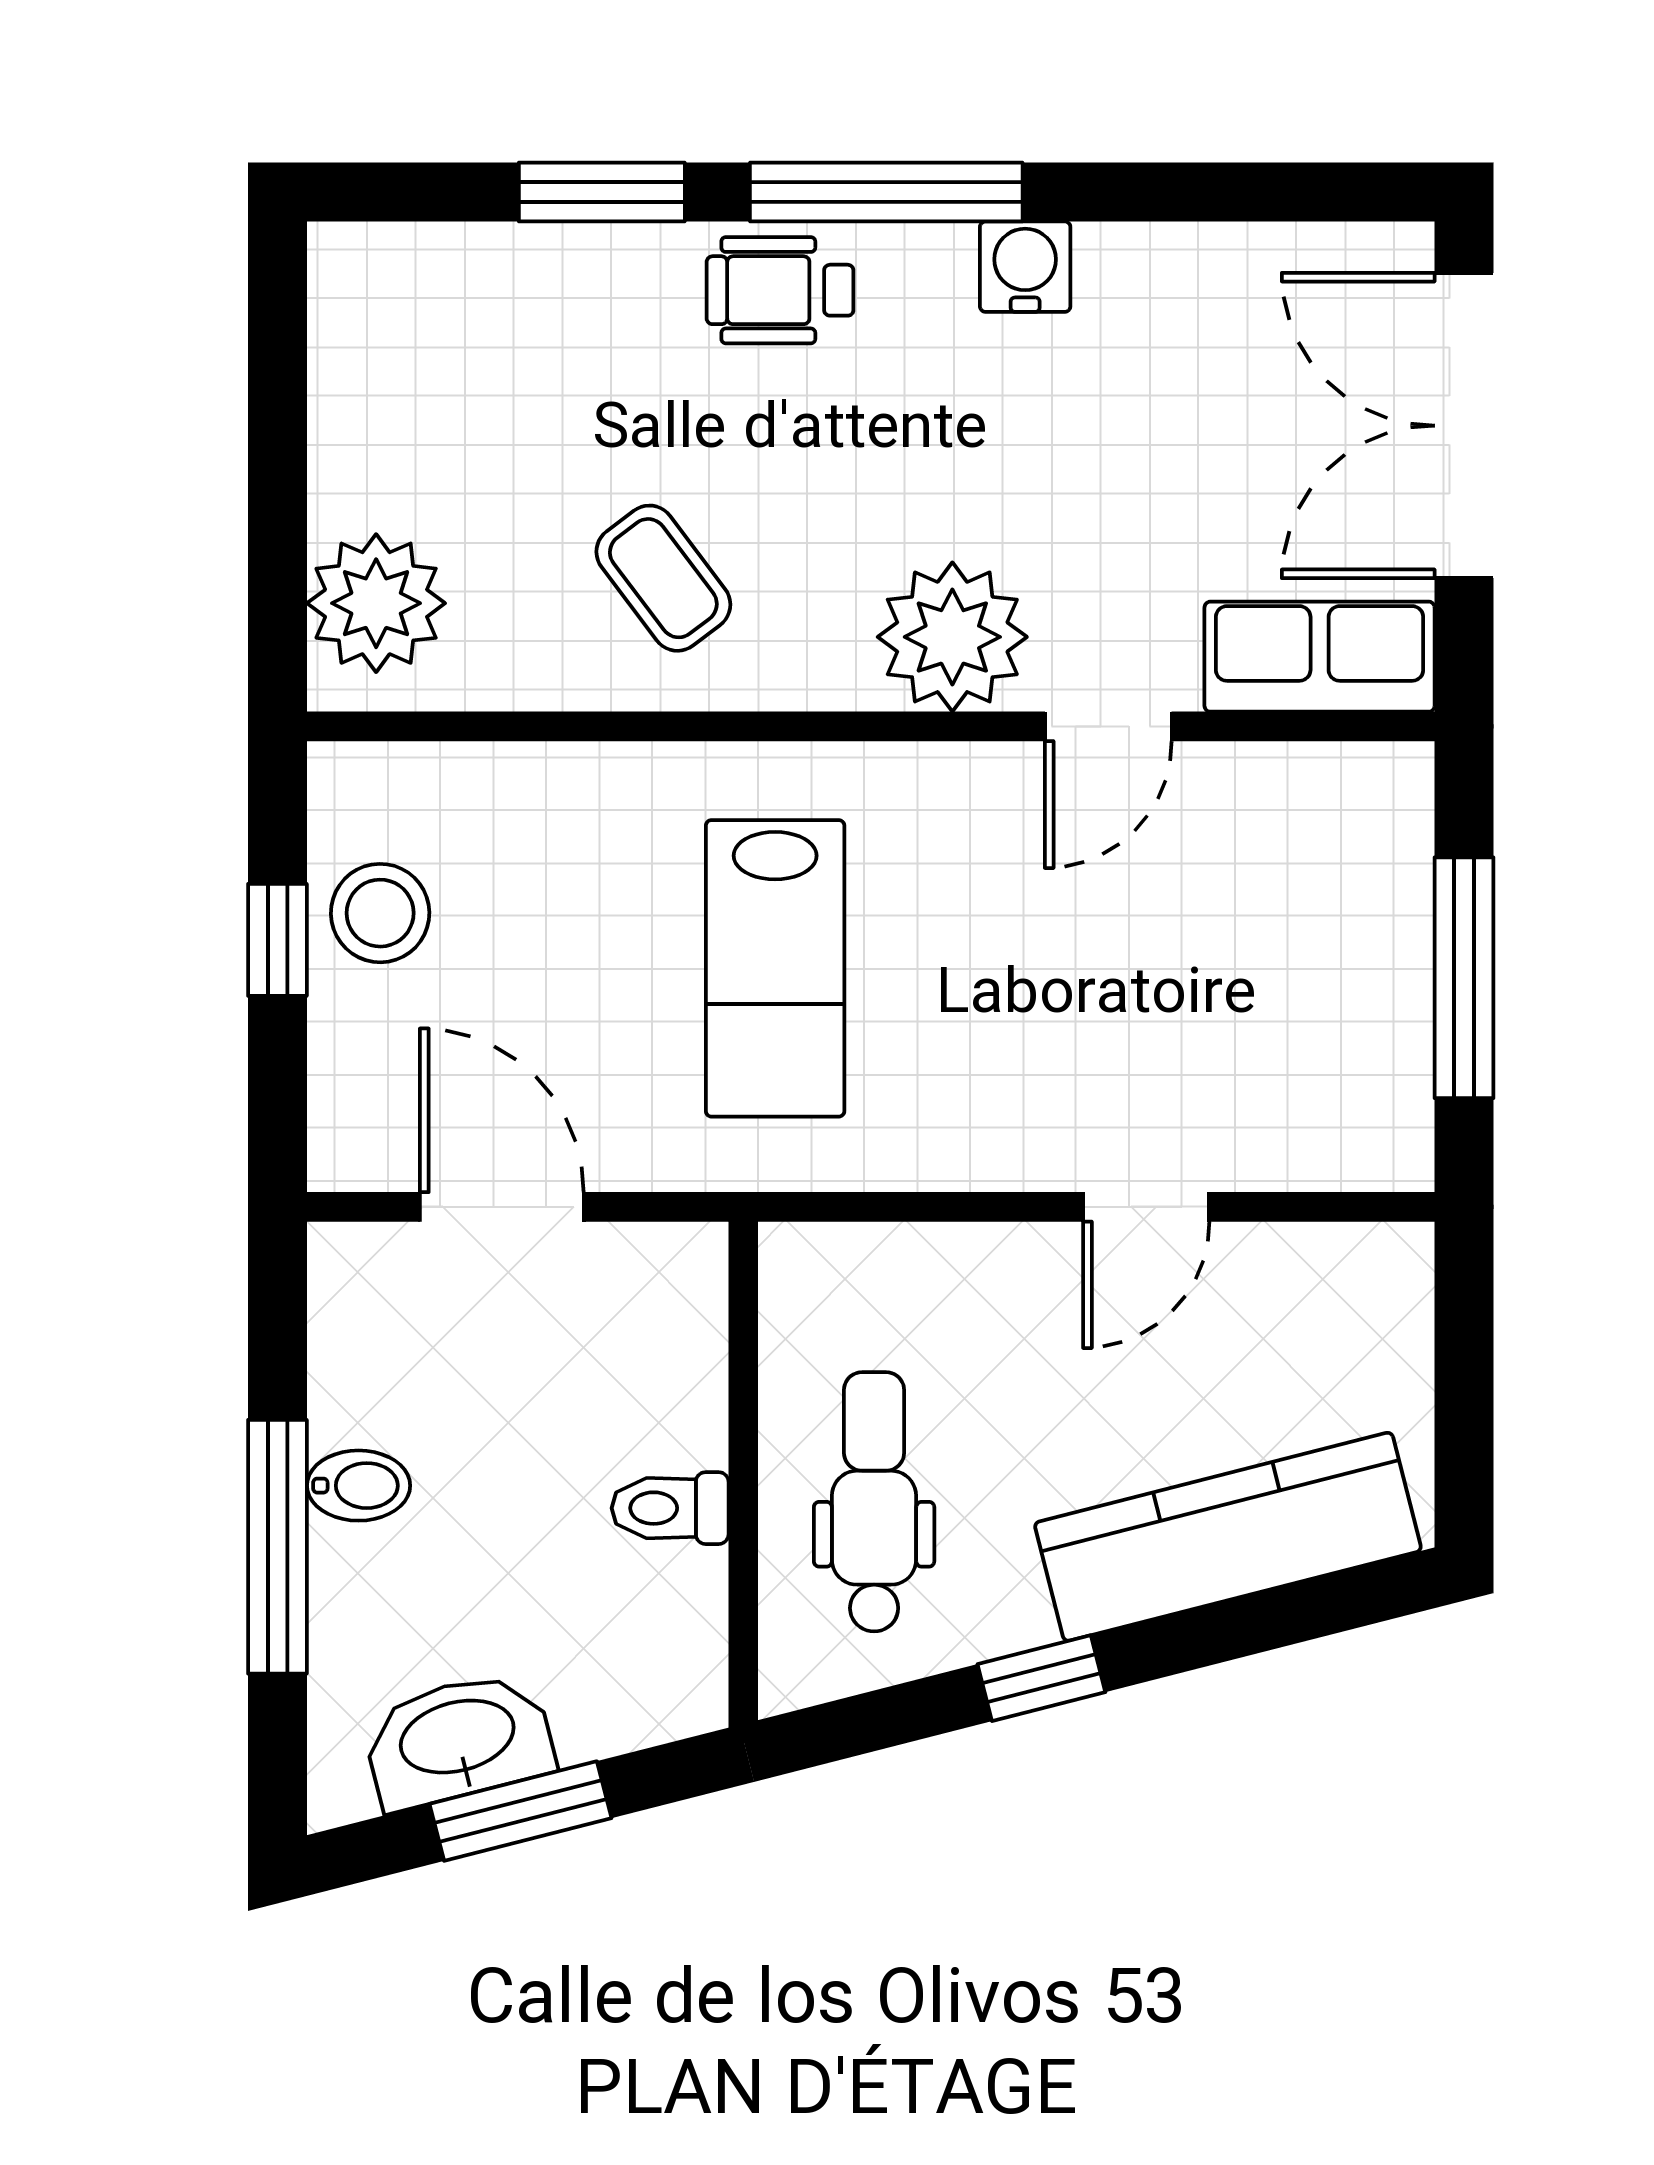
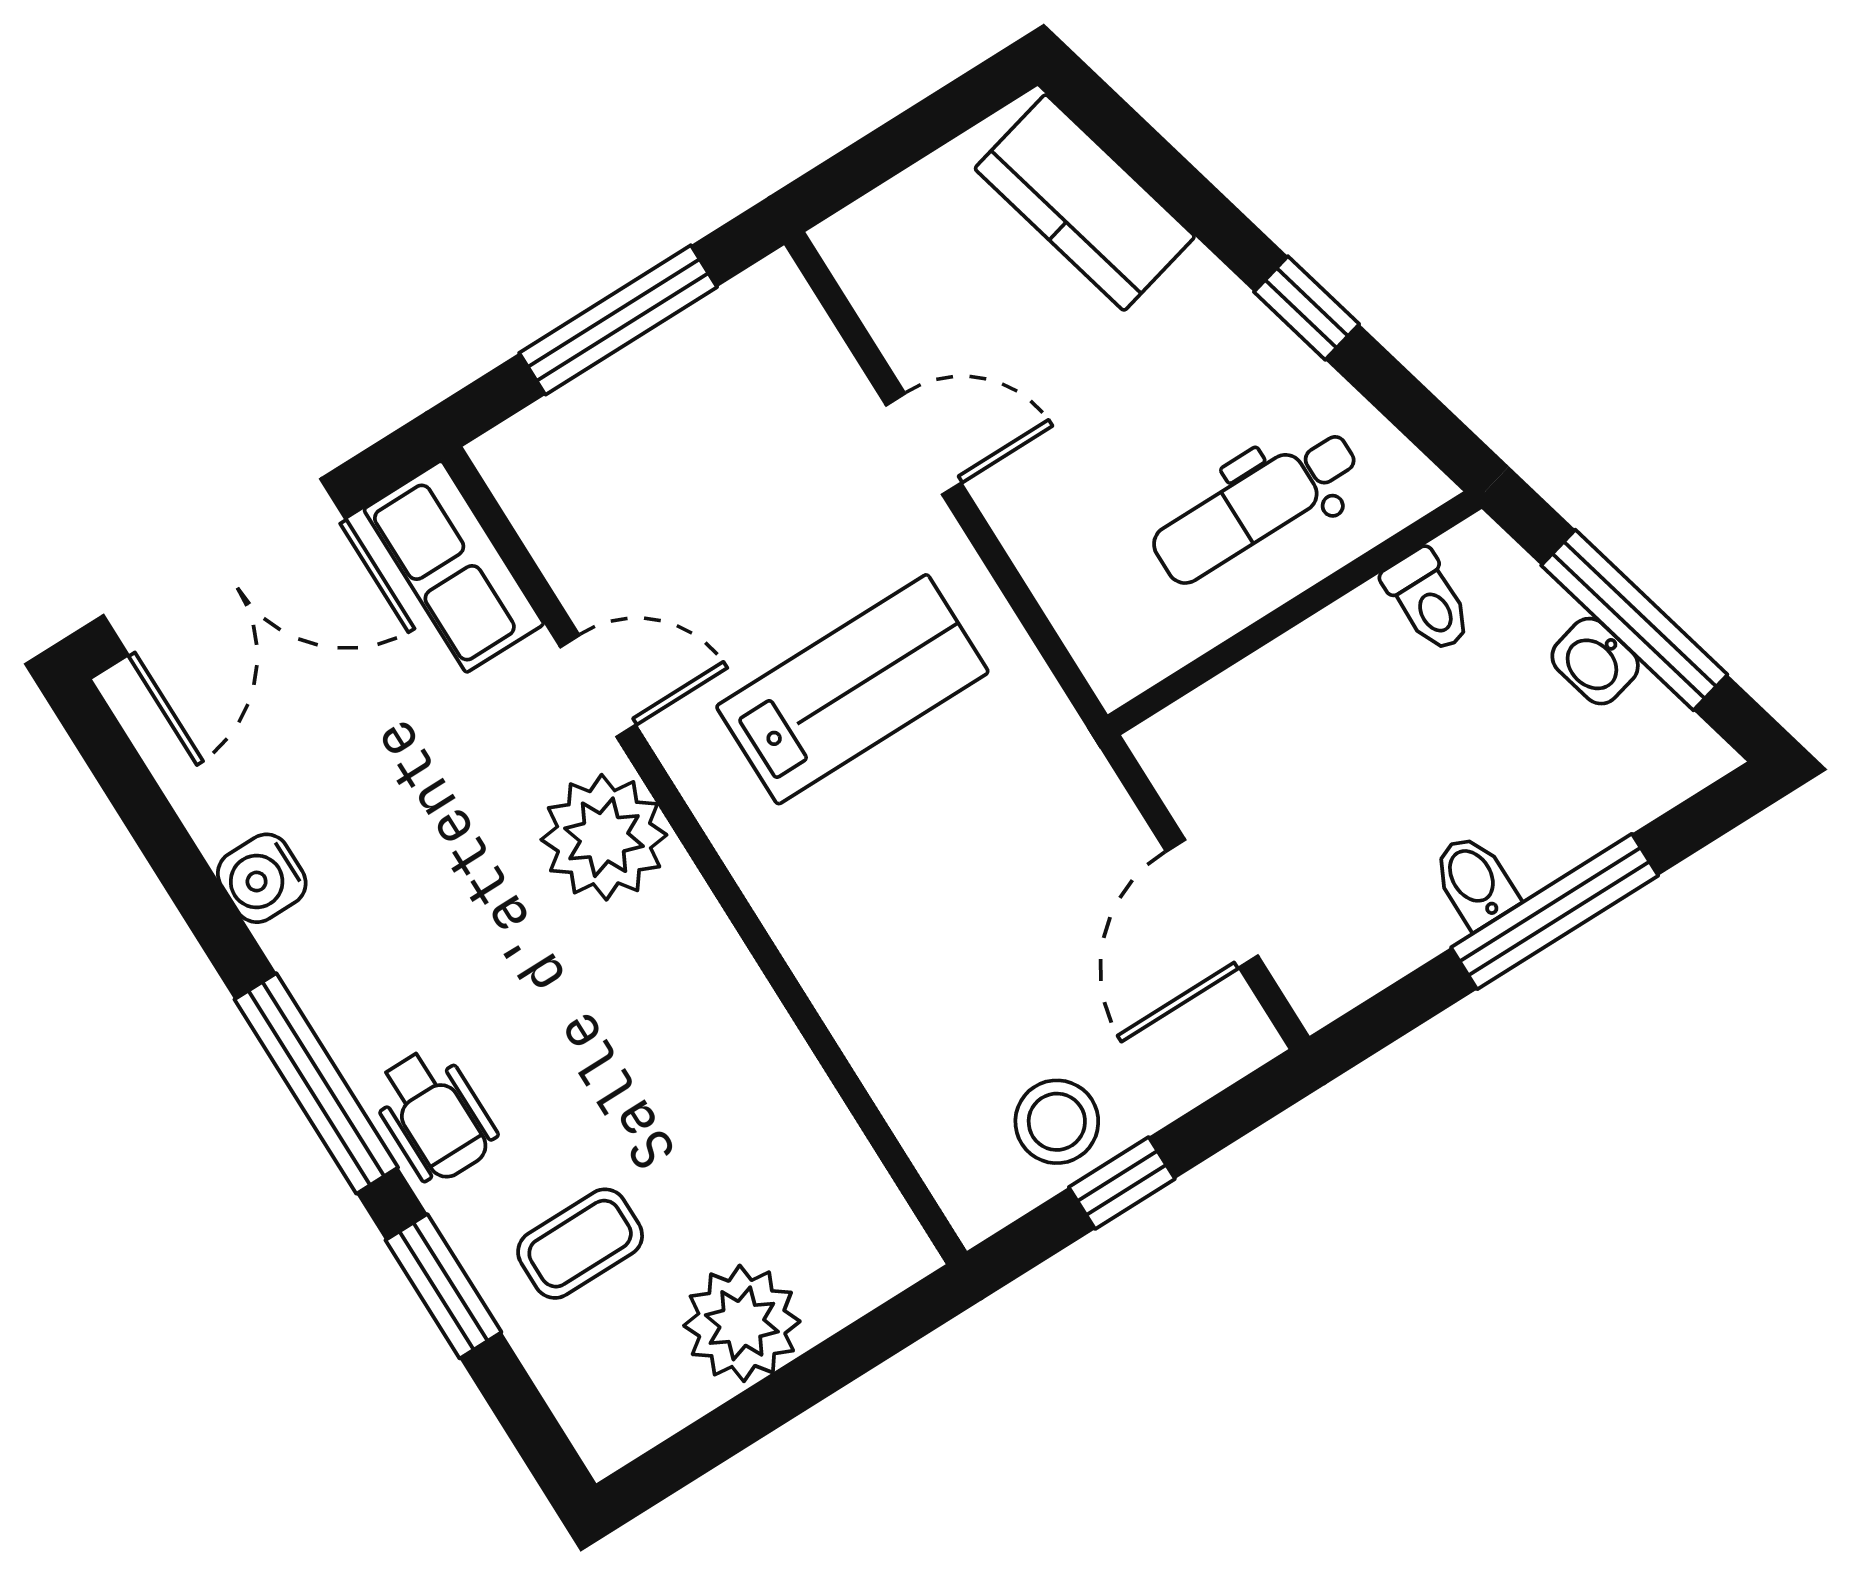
water cooler: (1025, 267) -> (262, 878), moved
coffee table: (663, 578) -> (580, 1244), moved, turned 37
plant: (376, 603) -> (742, 1323), moved
lab bench: (775, 968) -> (852, 689), moved
toilet: (670, 1508) -> (1428, 601), moved
kitchen counter: (1228, 1537) -> (1085, 203), width x0.67
washbasin: (458, 1740) -> (1595, 661), width x0.52, depth x0.69
window: (520, 1811) -> (1634, 620), width x1.44

